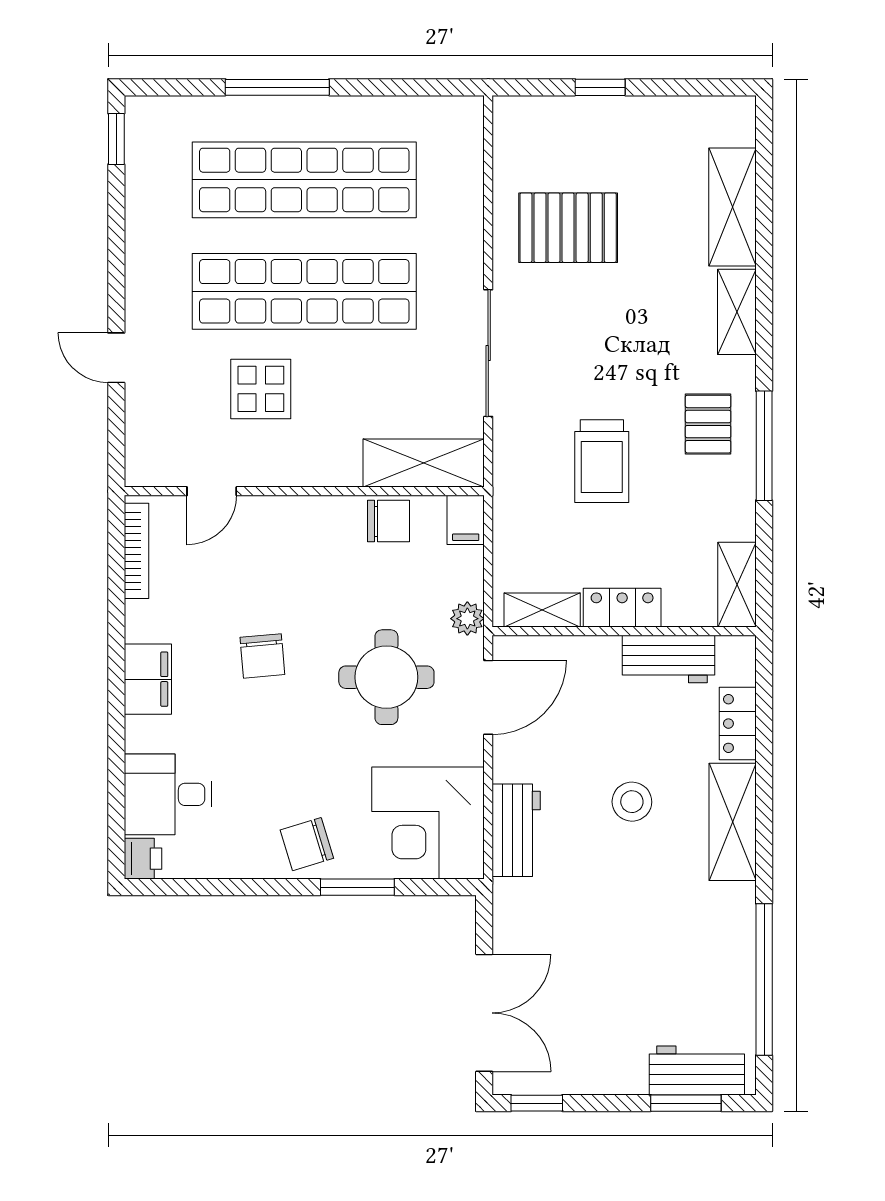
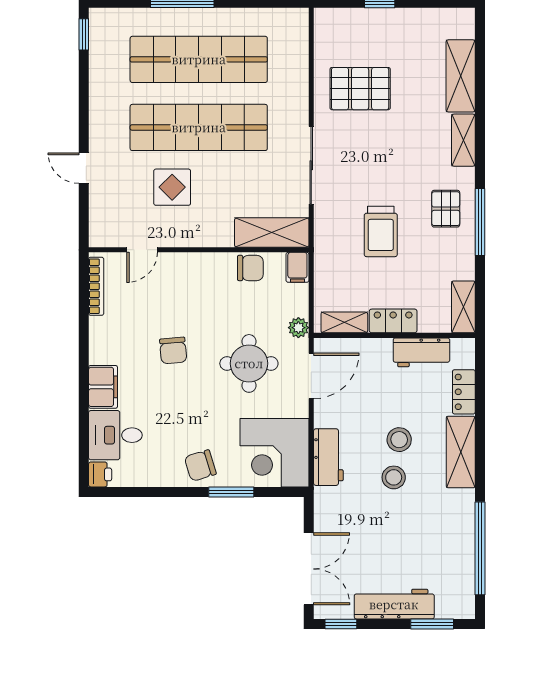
filing cabinet: (148, 679) -> (103, 387), moved
stool: (623, 863) -> (394, 477), added
workbench: (697, 1071) -> (394, 604), moved, width x1.38

